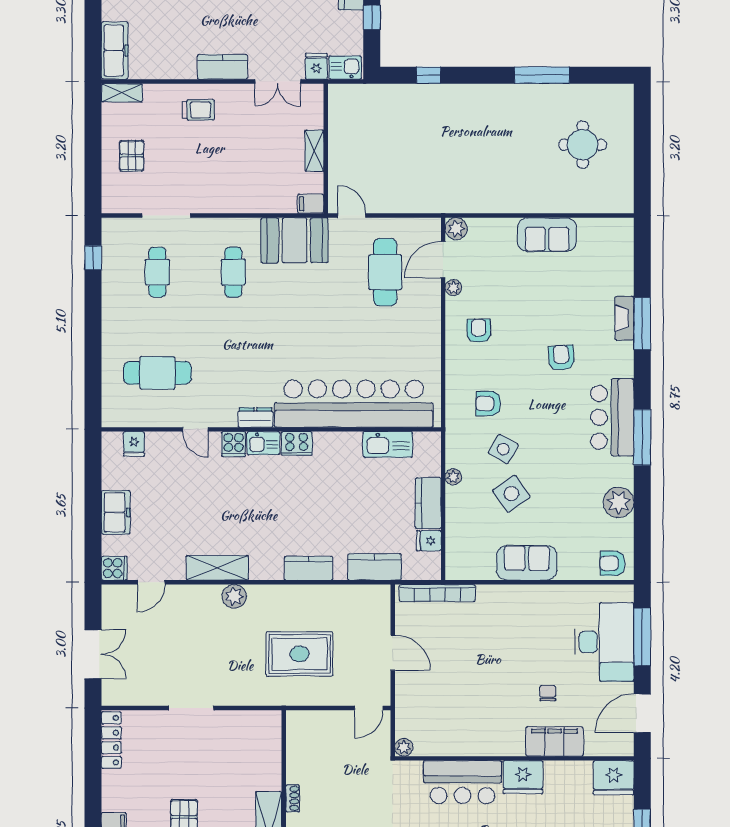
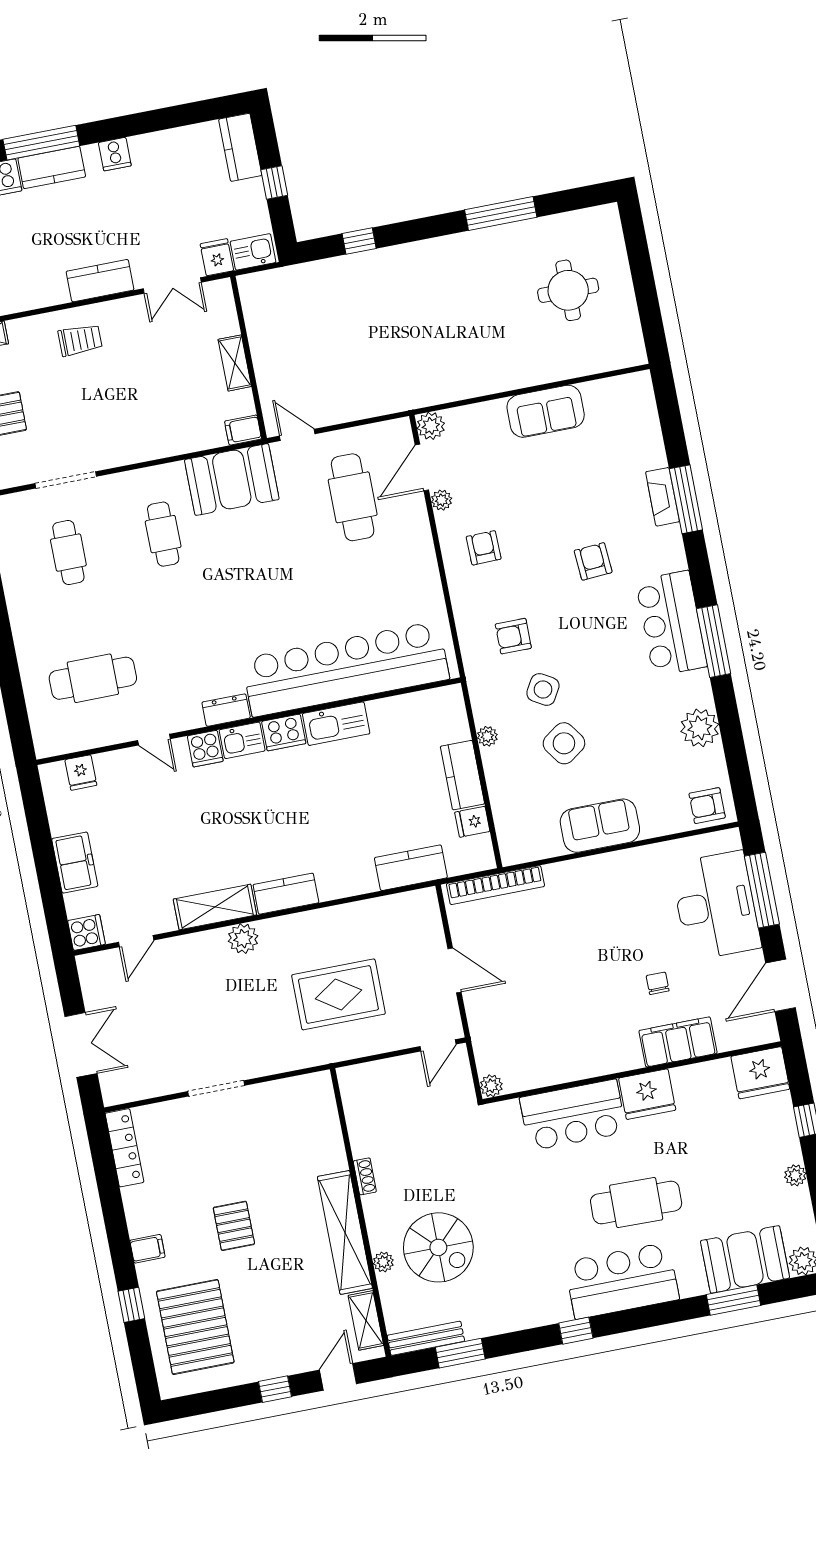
kitchen sink: (388, 444) -> (336, 724), moved
kitchen counter: (308, 568) -> (286, 894), moved

